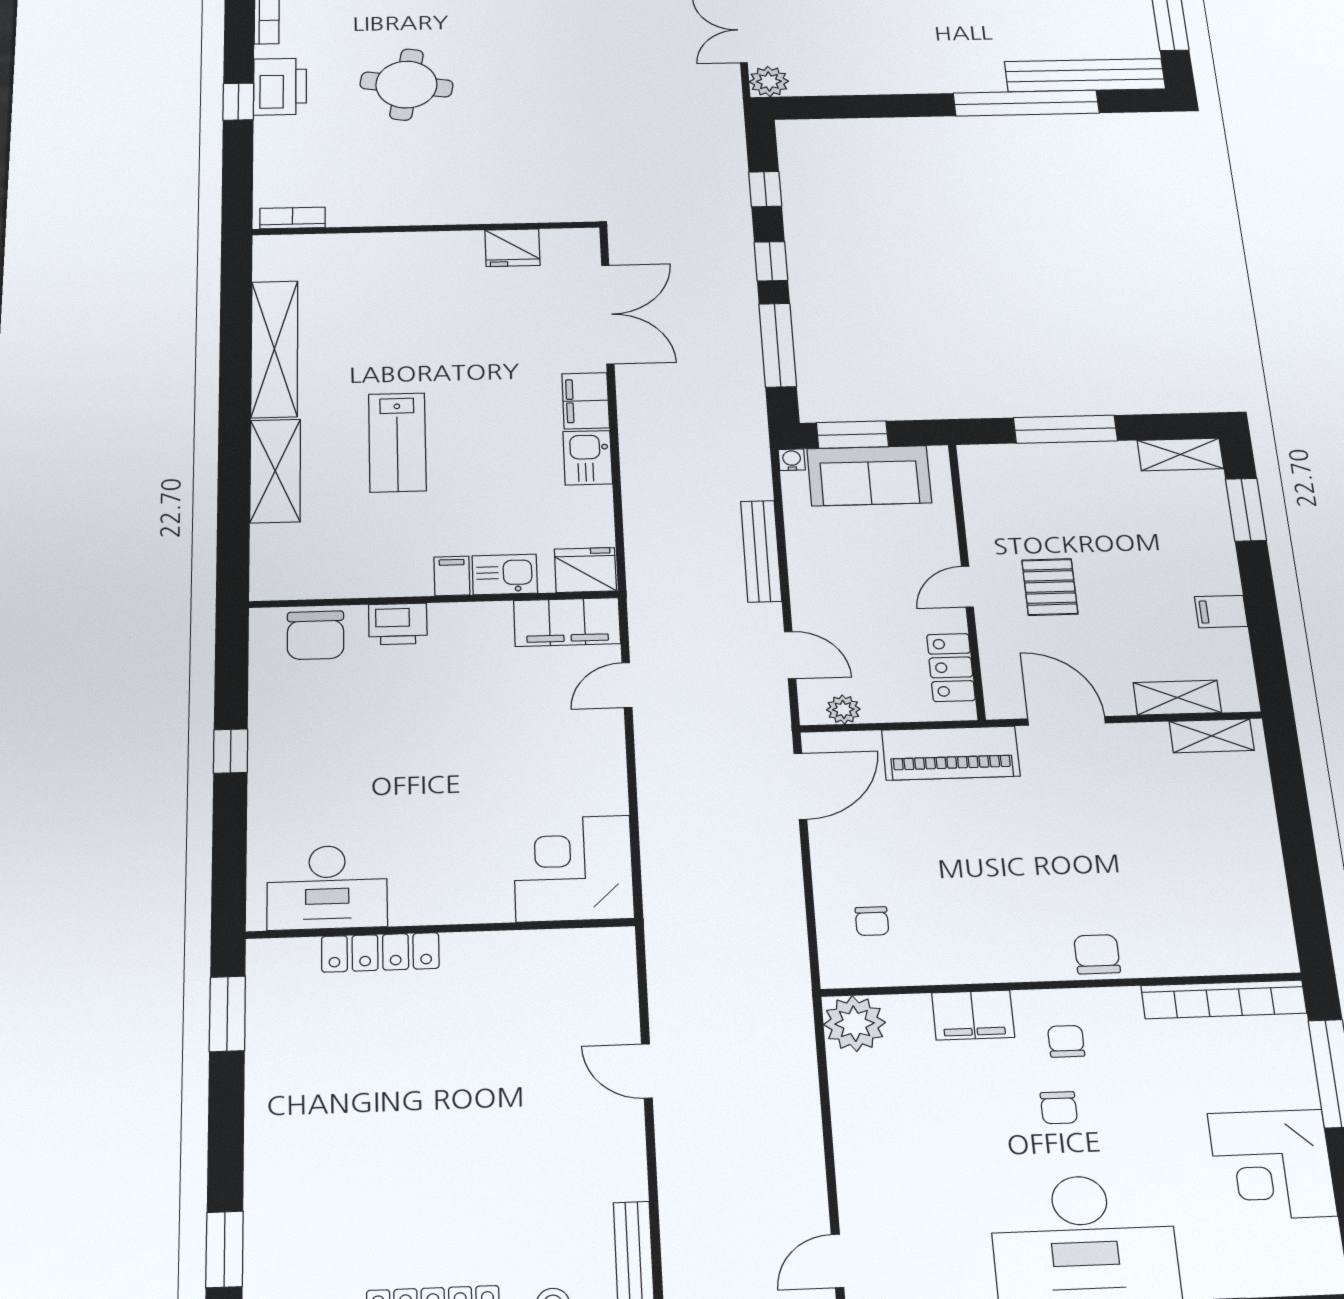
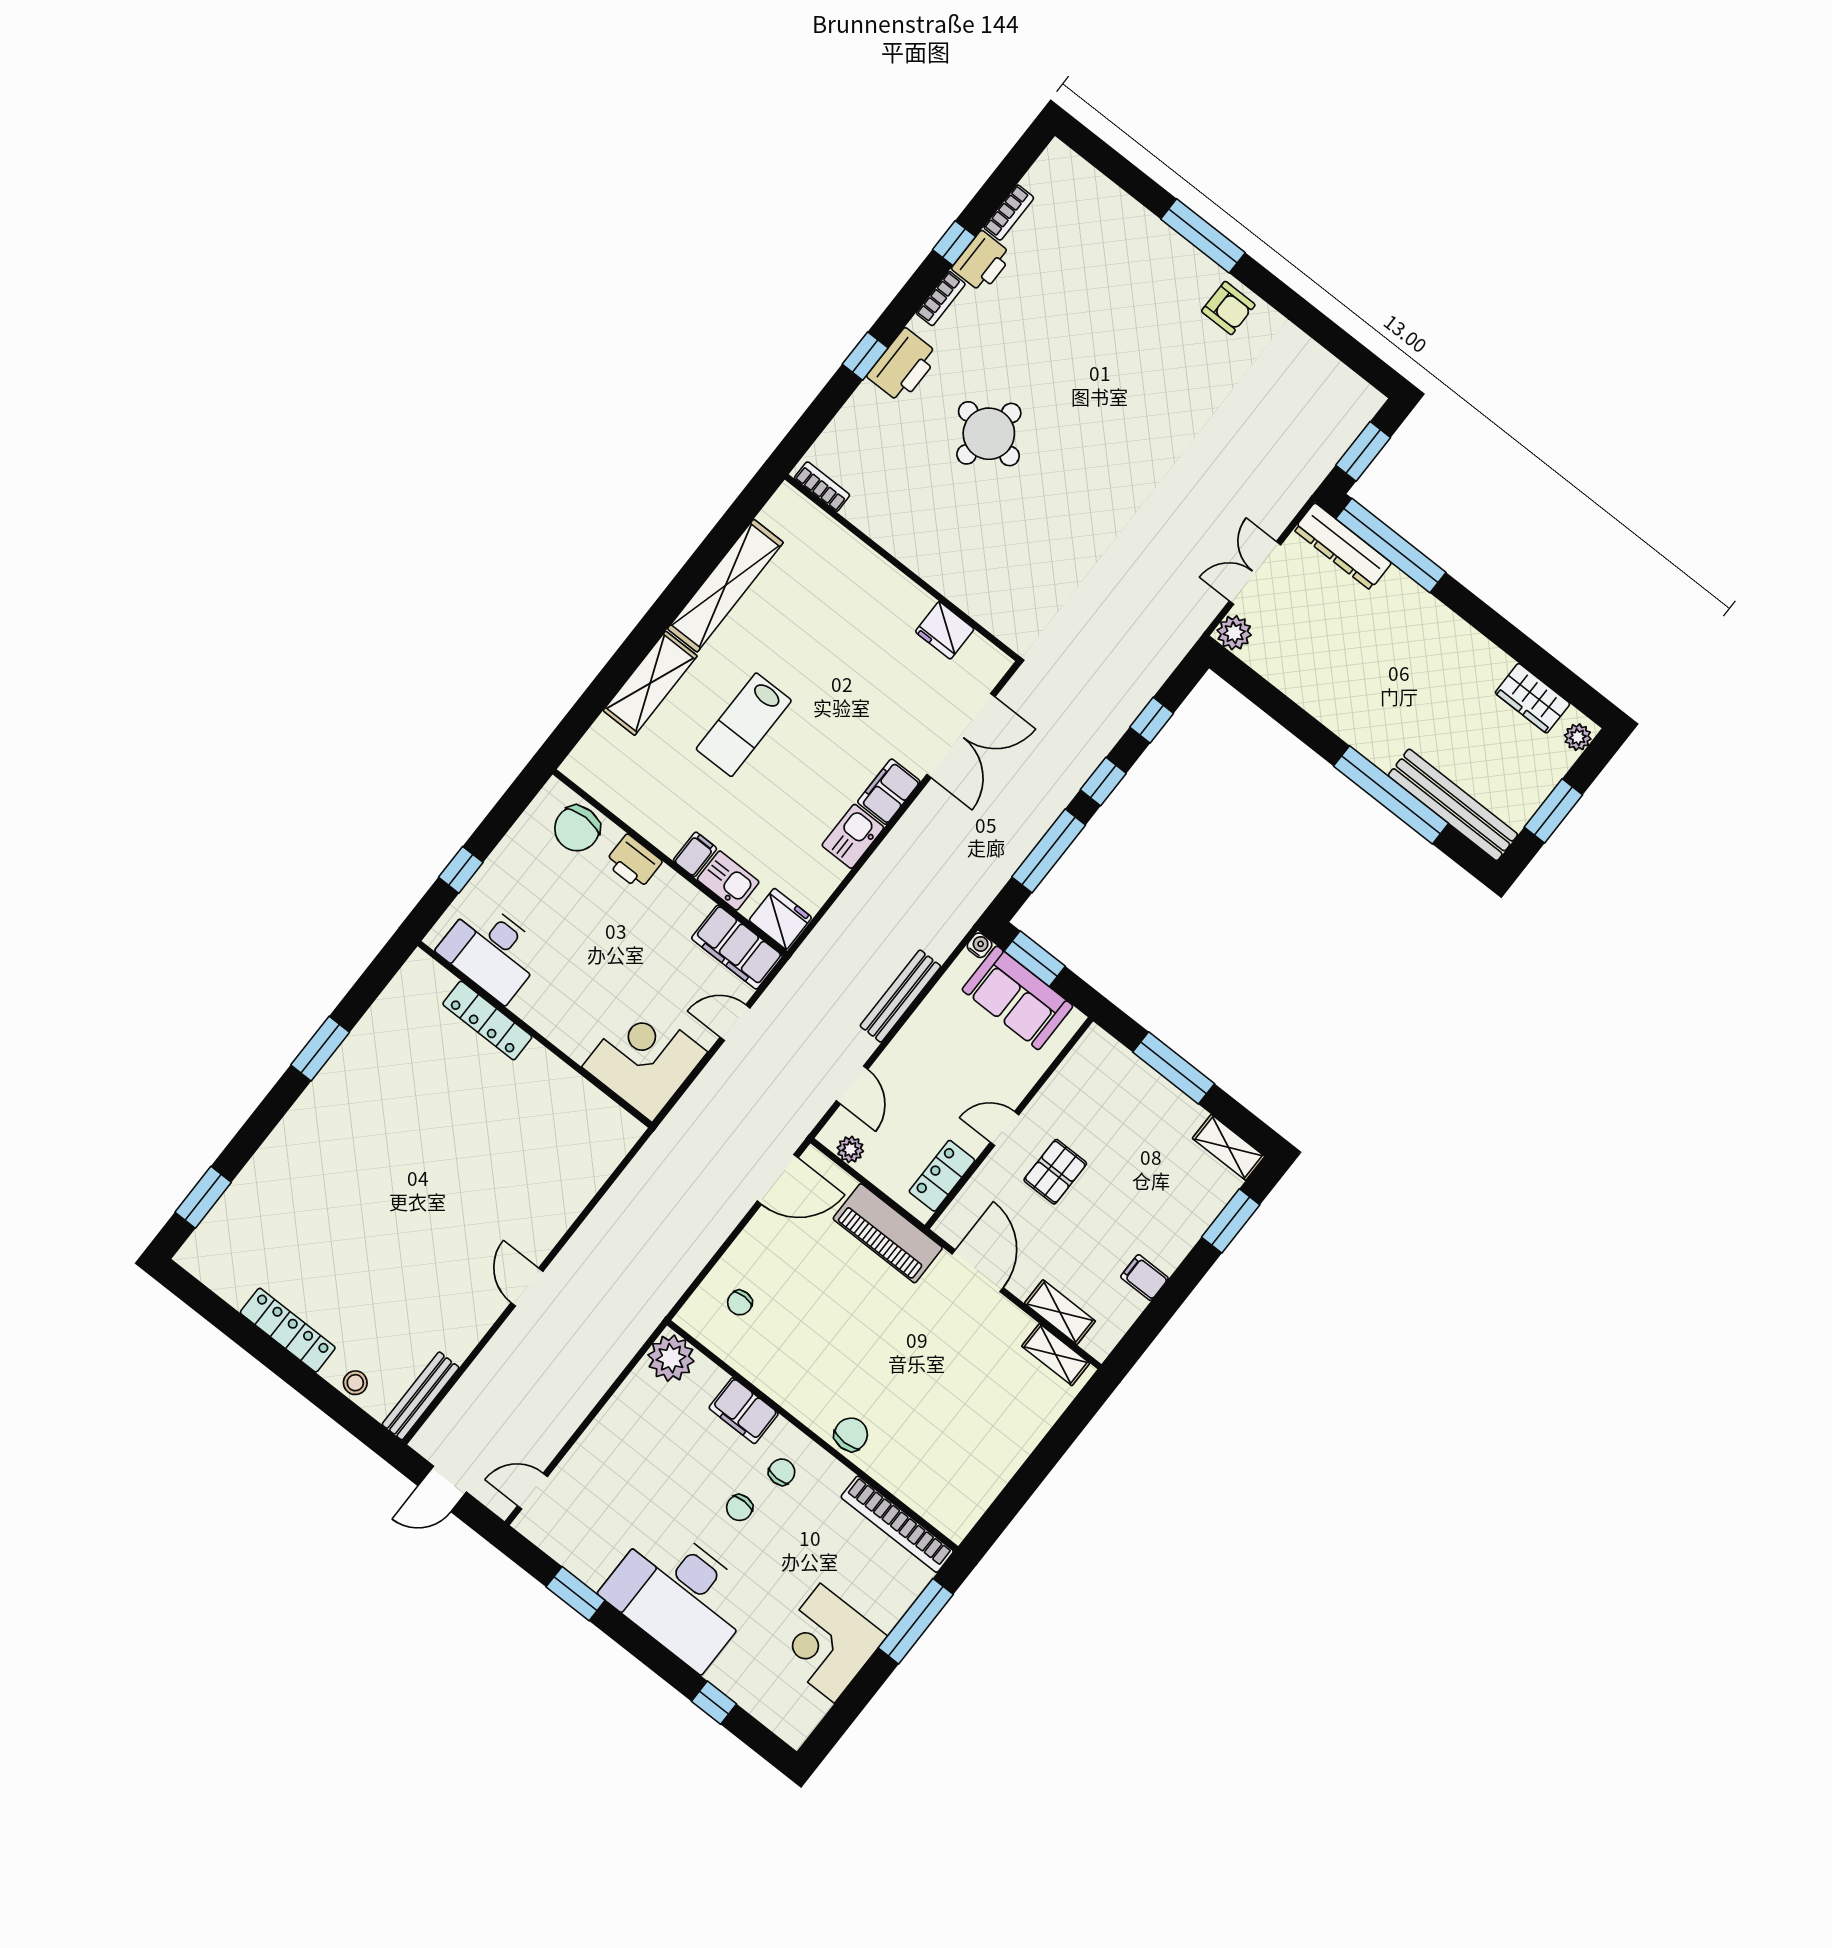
corner desk: (573, 868) -> (645, 1059), moved
desk: (327, 887) -> (492, 951), moved
wall: (441, 929) -> (535, 1034), moved
locker: (380, 952) -> (487, 1020), moved

